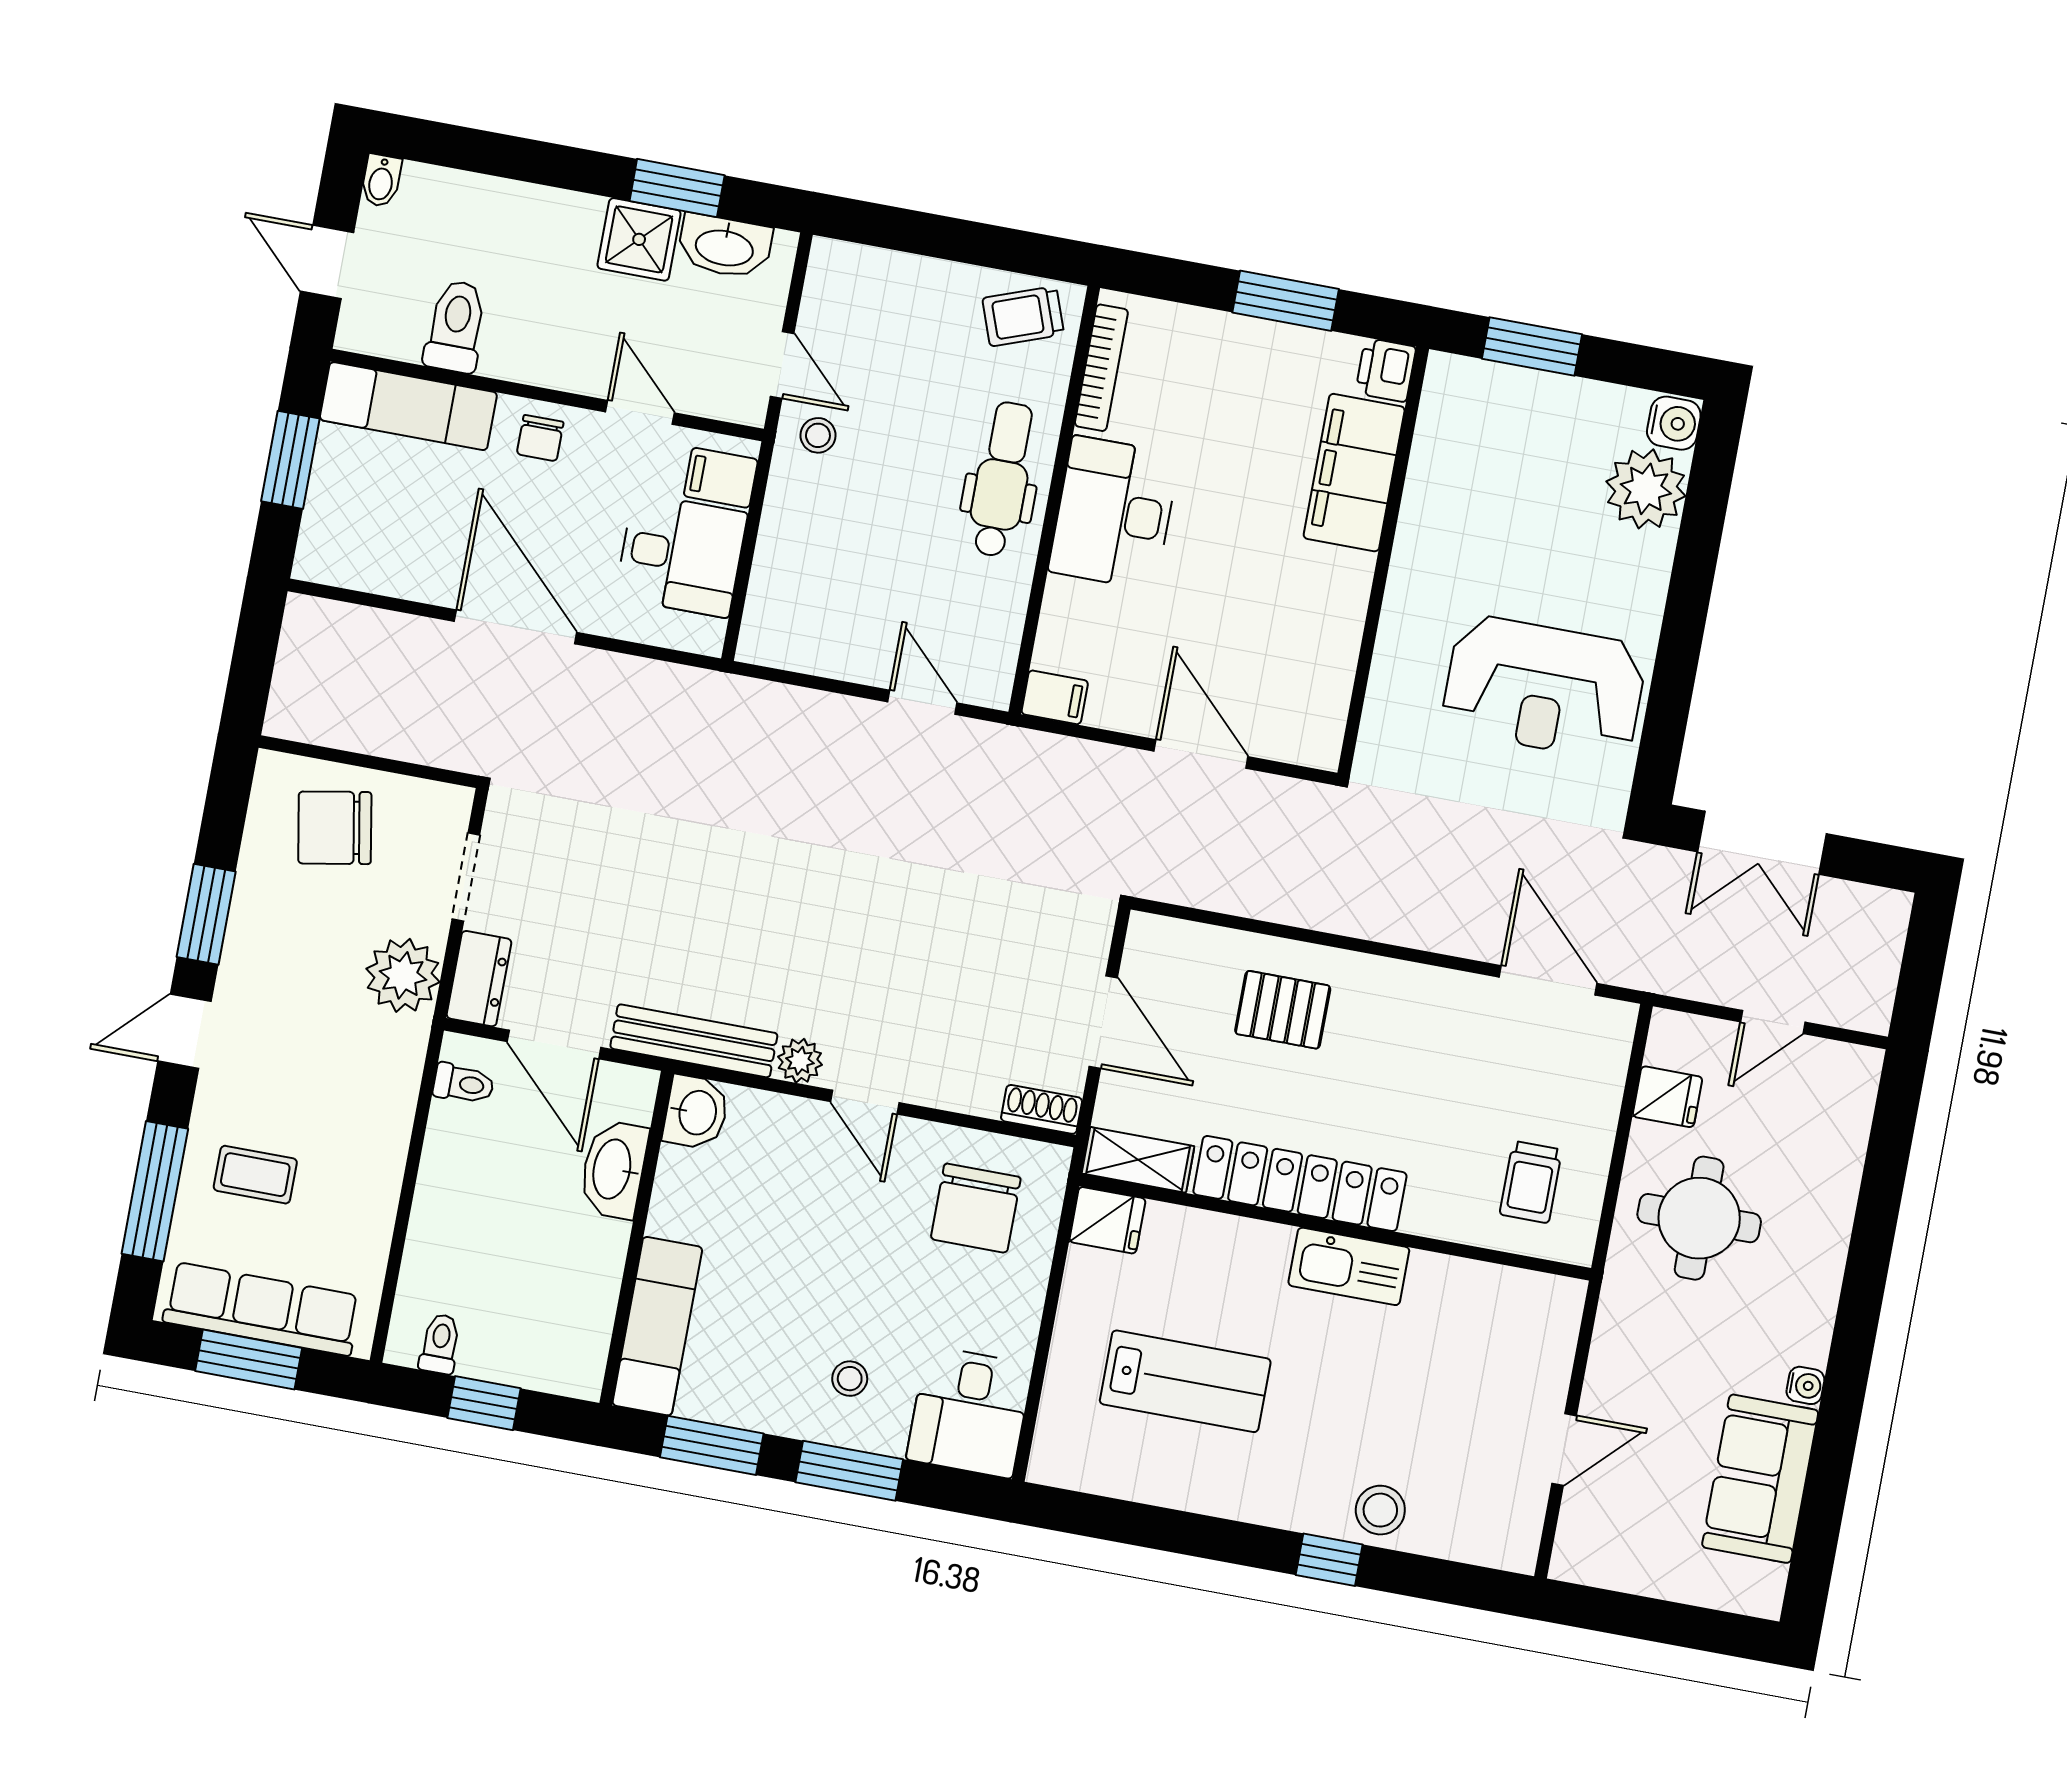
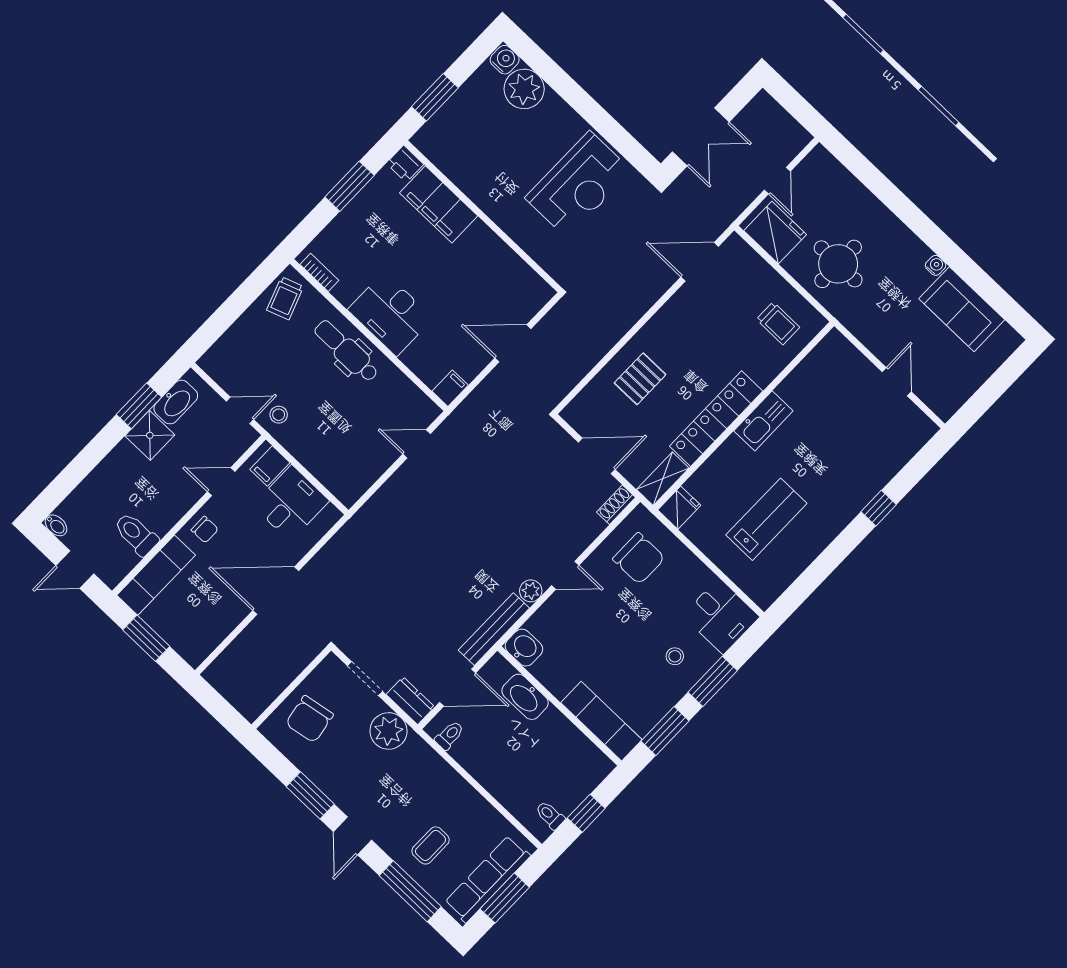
bookcase: (1101, 368) -> (319, 272), width x0.64
fridge: (1667, 1097) -> (775, 233), width x1.88, depth x1.34
stool: (1380, 1510) -> (872, 474), removed

